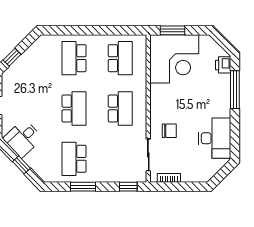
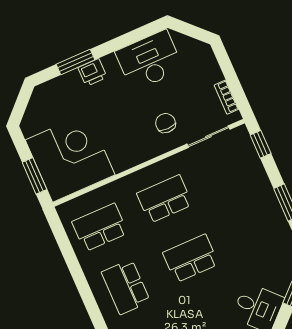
school desk: (74, 58) -> (126, 287), turned 90
printer: (223, 65) -> (92, 72), moved
window: (235, 90) -> (76, 62), width x0.69
school desk: (74, 159) -> (255, 230), removed

